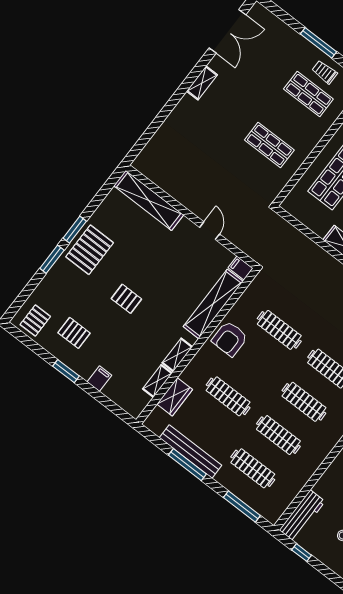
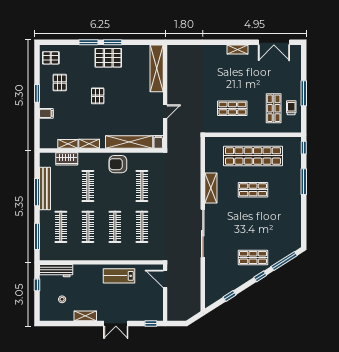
shop shelf: (269, 145) -> (232, 108), turned 90

